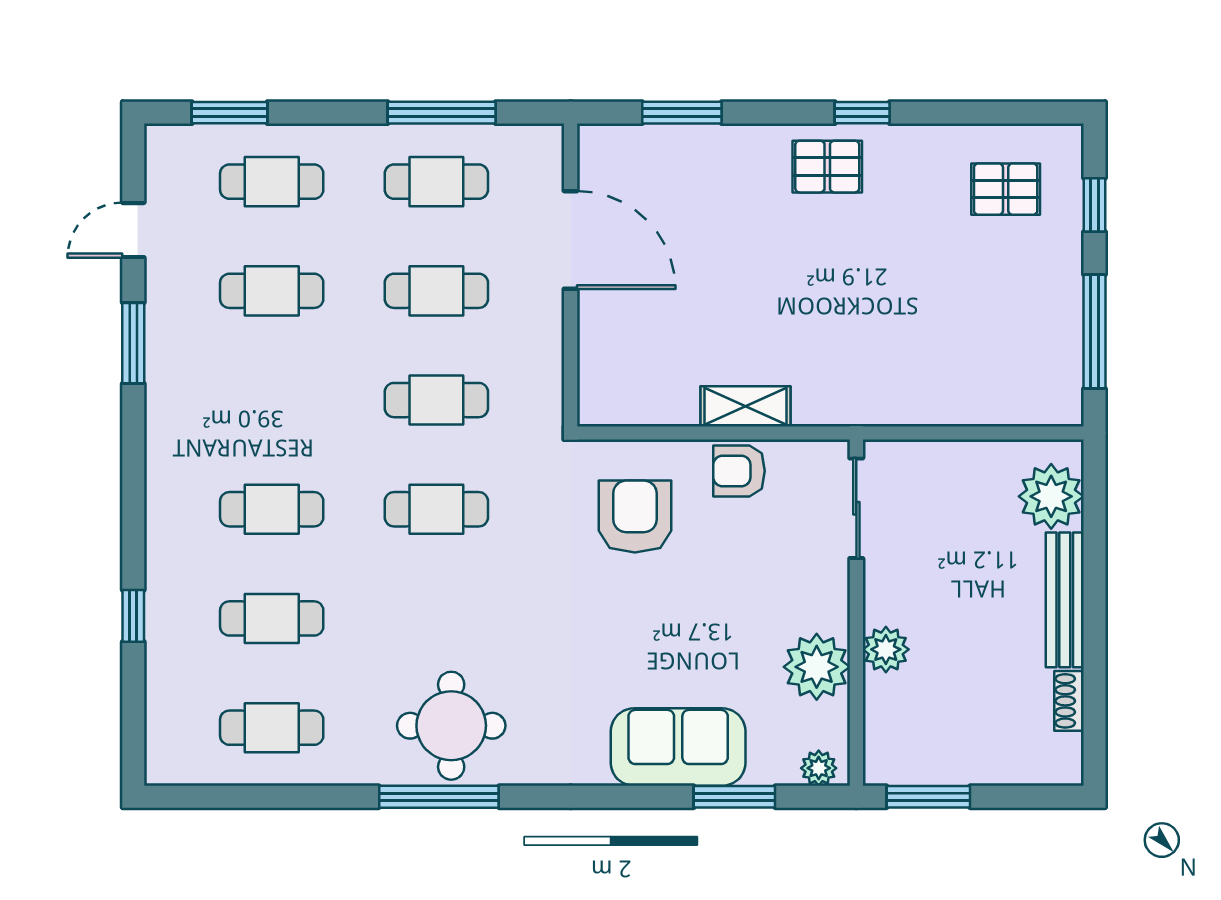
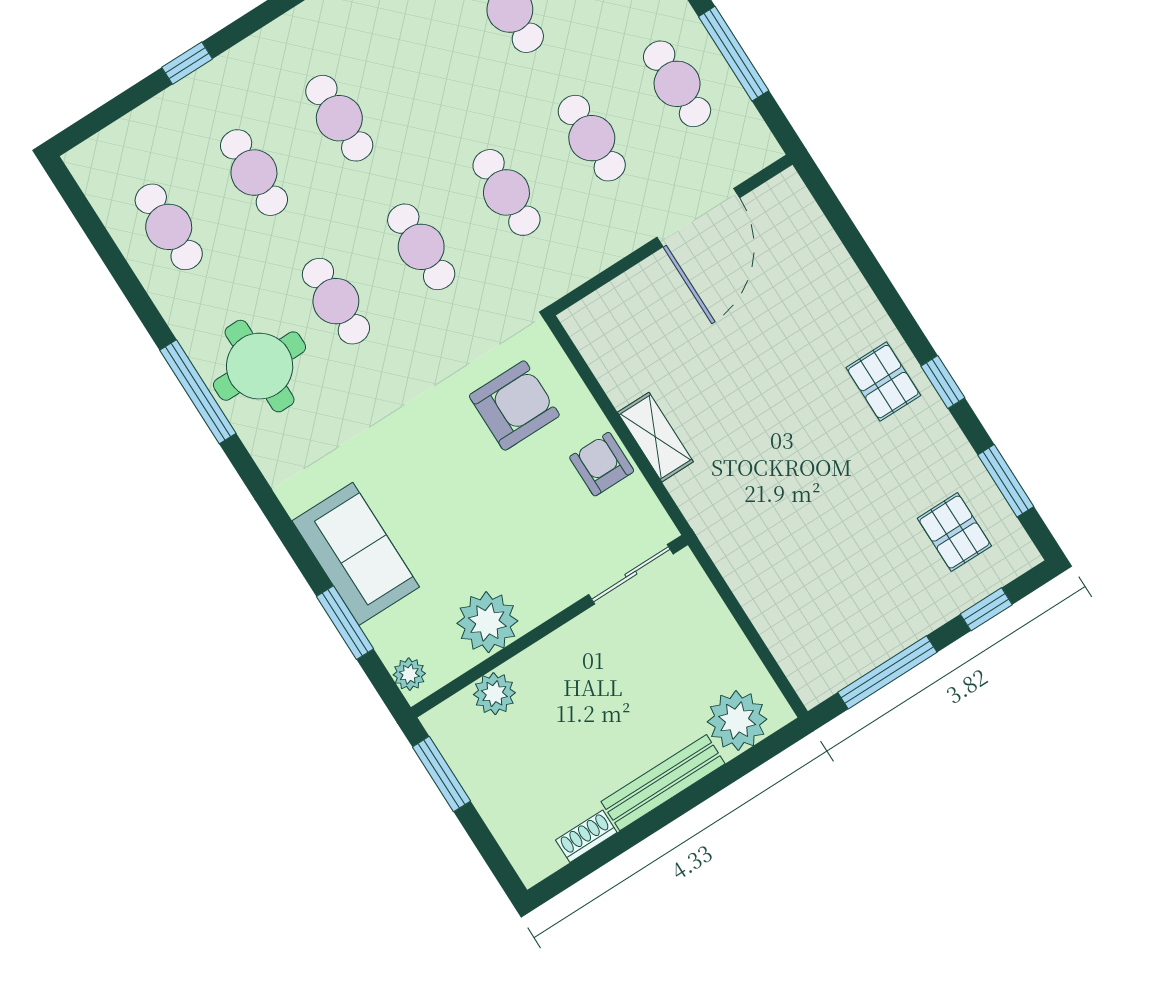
window: (682, 113) -> (1006, 481), moved
cafe table: (436, 618) -> (336, 301), added
plant: (886, 649) -> (494, 694), moved

